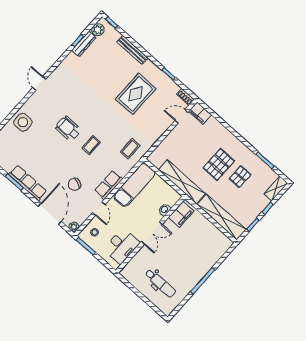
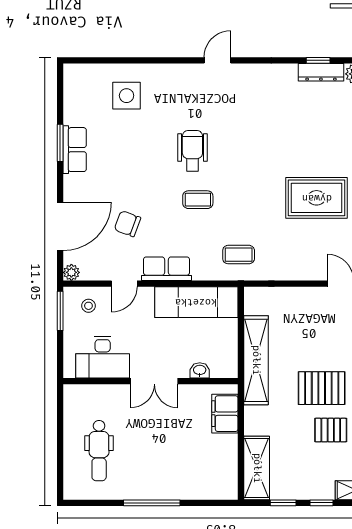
side table: (23, 122) -> (127, 96), moved
row of seats: (28, 183) -> (75, 150), width x0.68
filing cabinet: (181, 214) -> (225, 414), moved, turned 90
shelving: (222, 217) -> (257, 468), width x0.68

